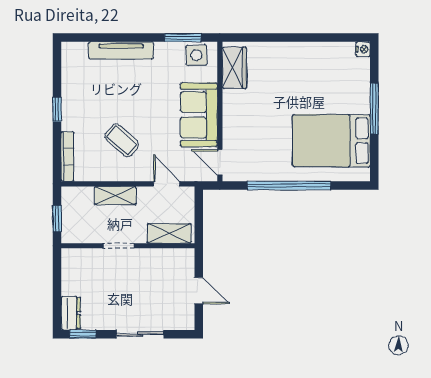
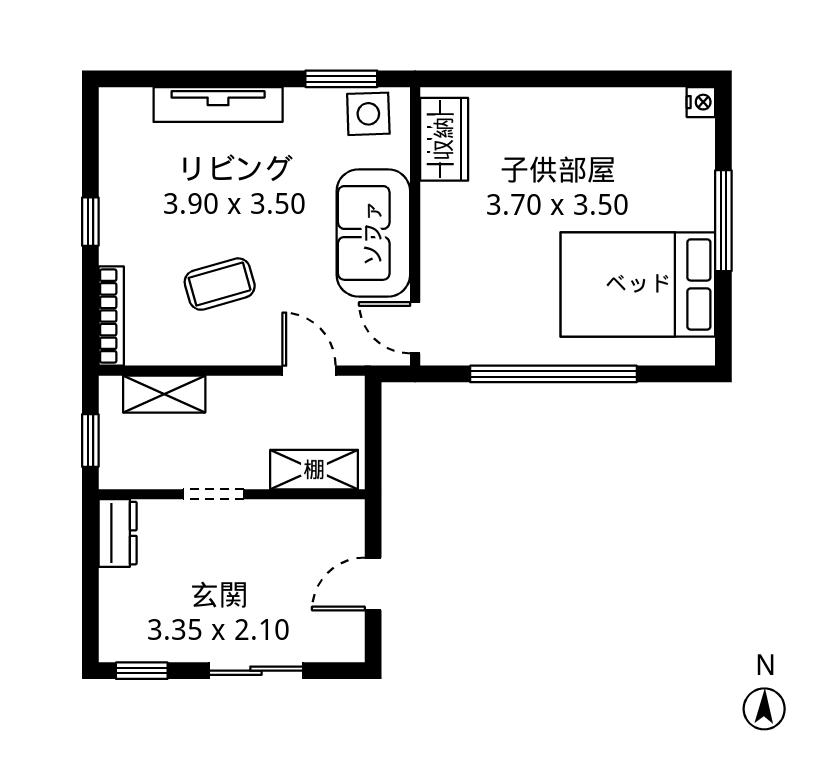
coffee table: (122, 140) -> (220, 284), turned -58
shelving: (115, 196) -> (164, 394), moved
door: (199, 291) -> (373, 584), swing flipped
dresser: (71, 313) -> (118, 533), moved

